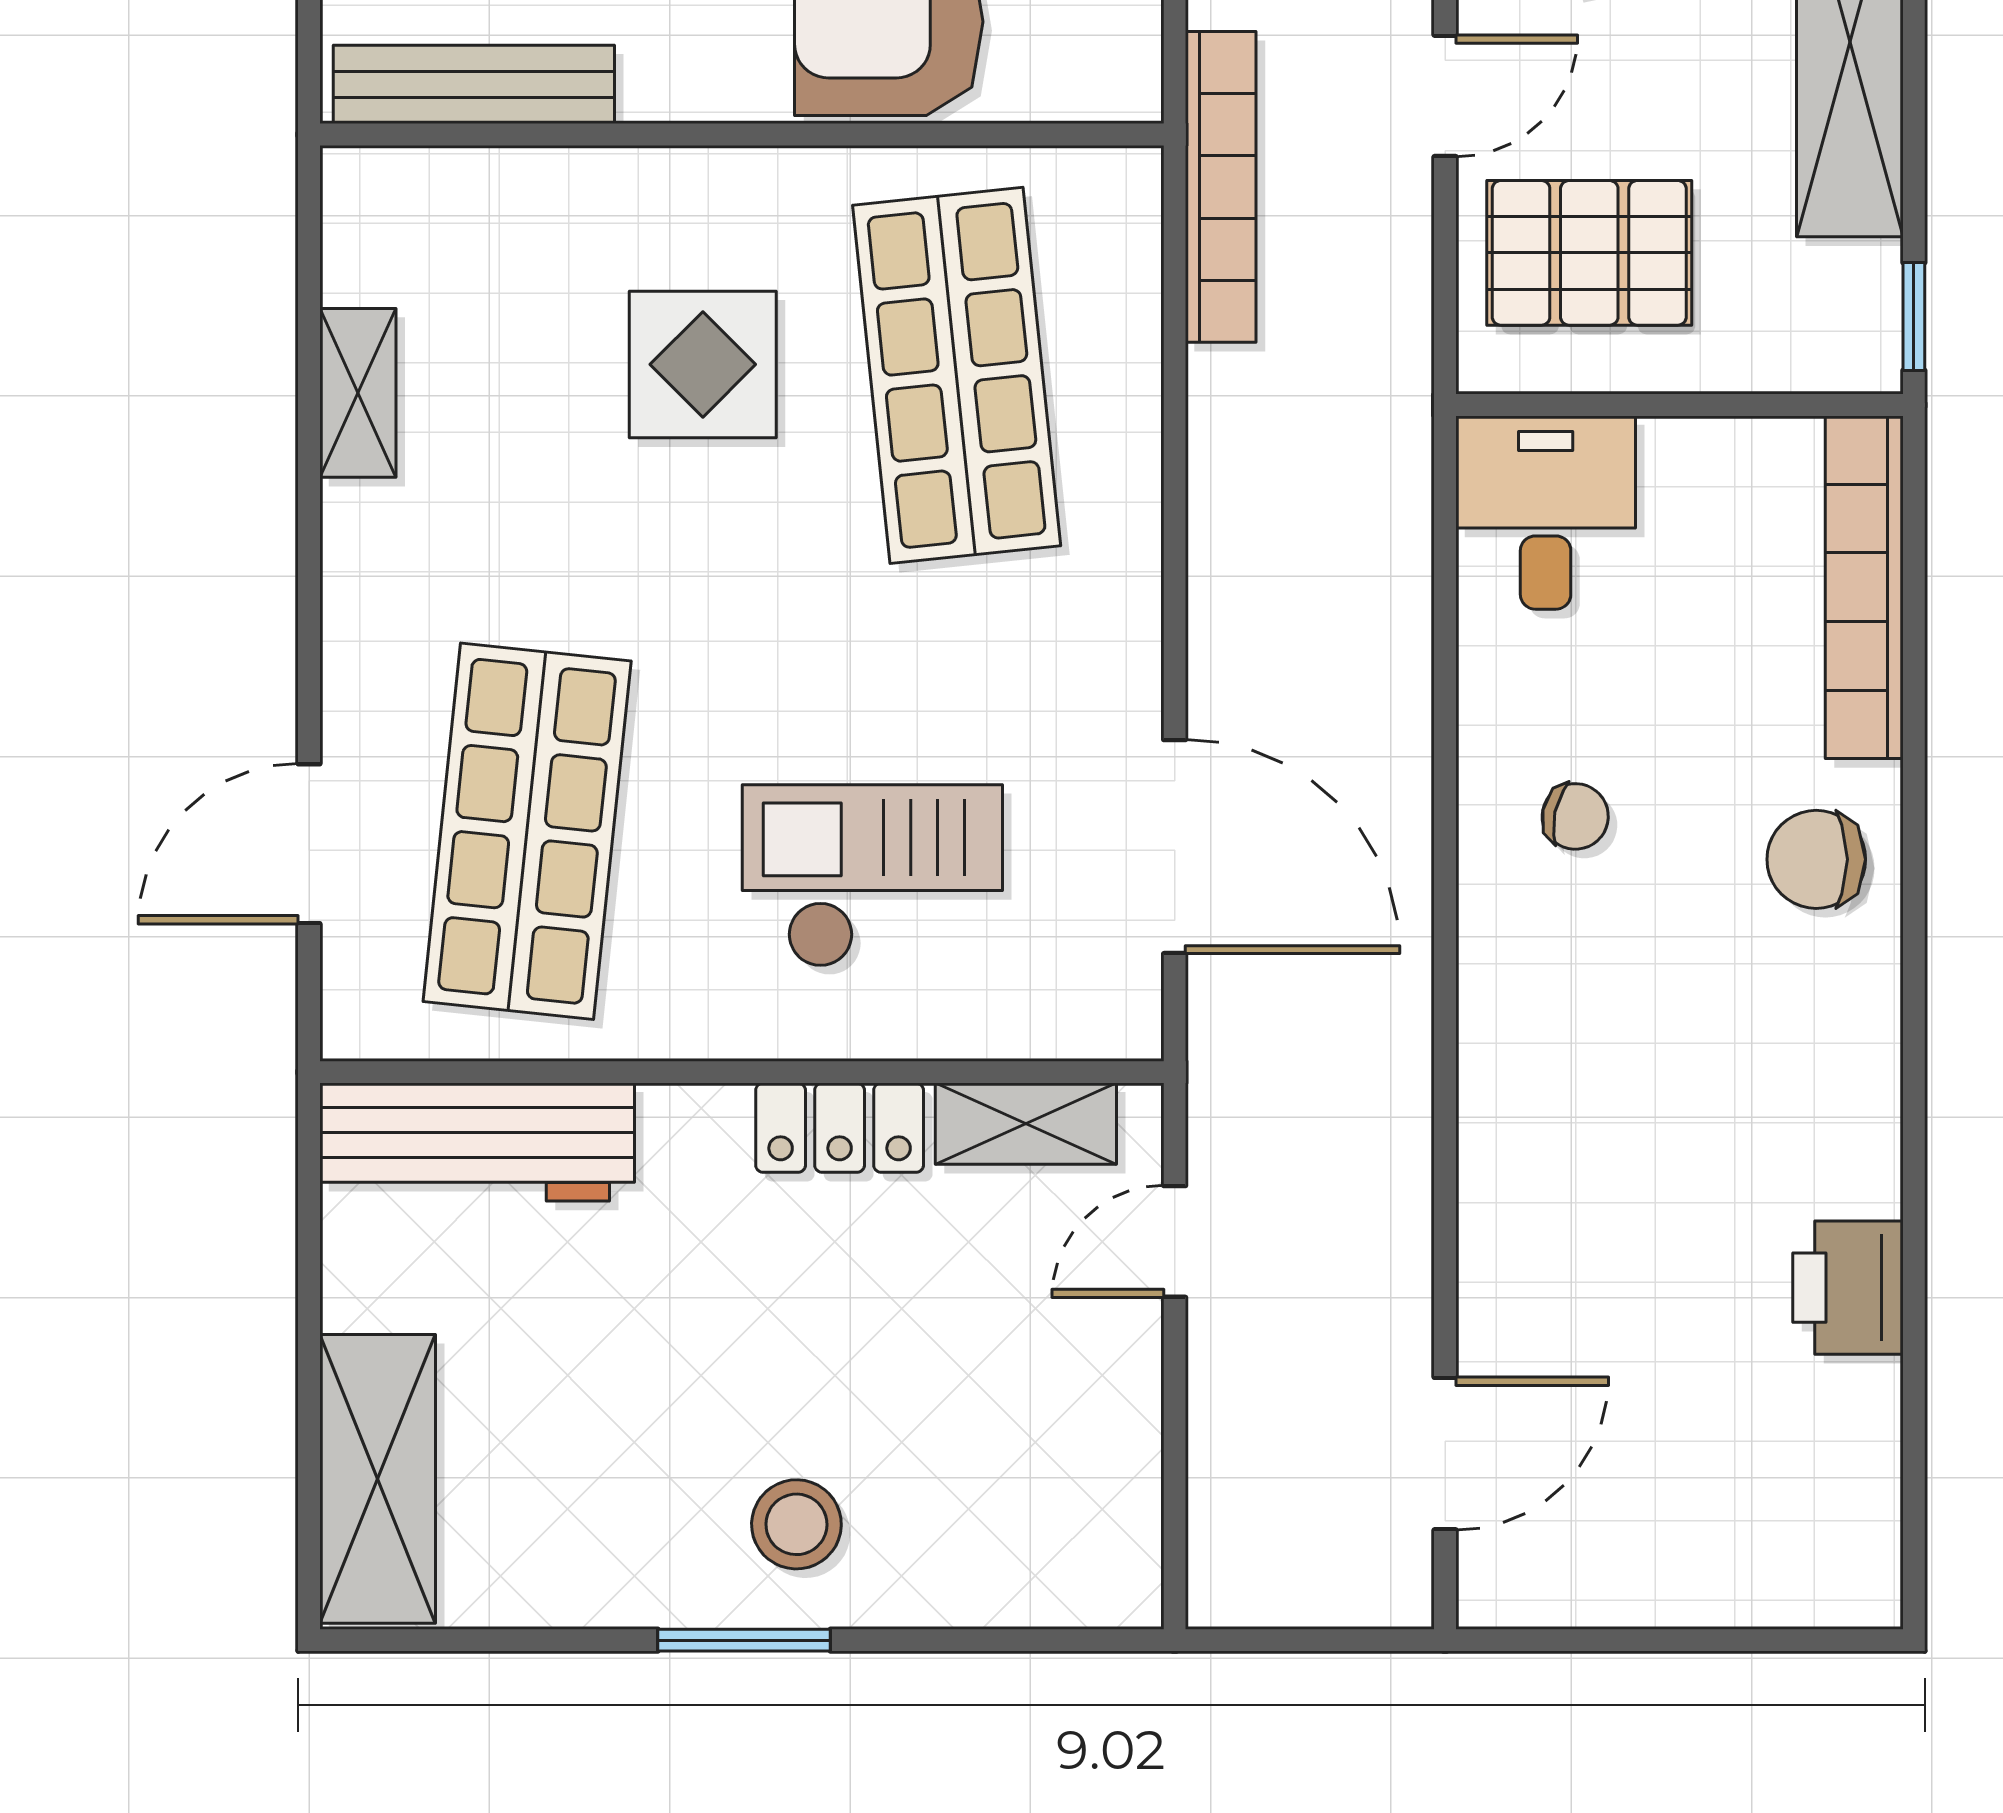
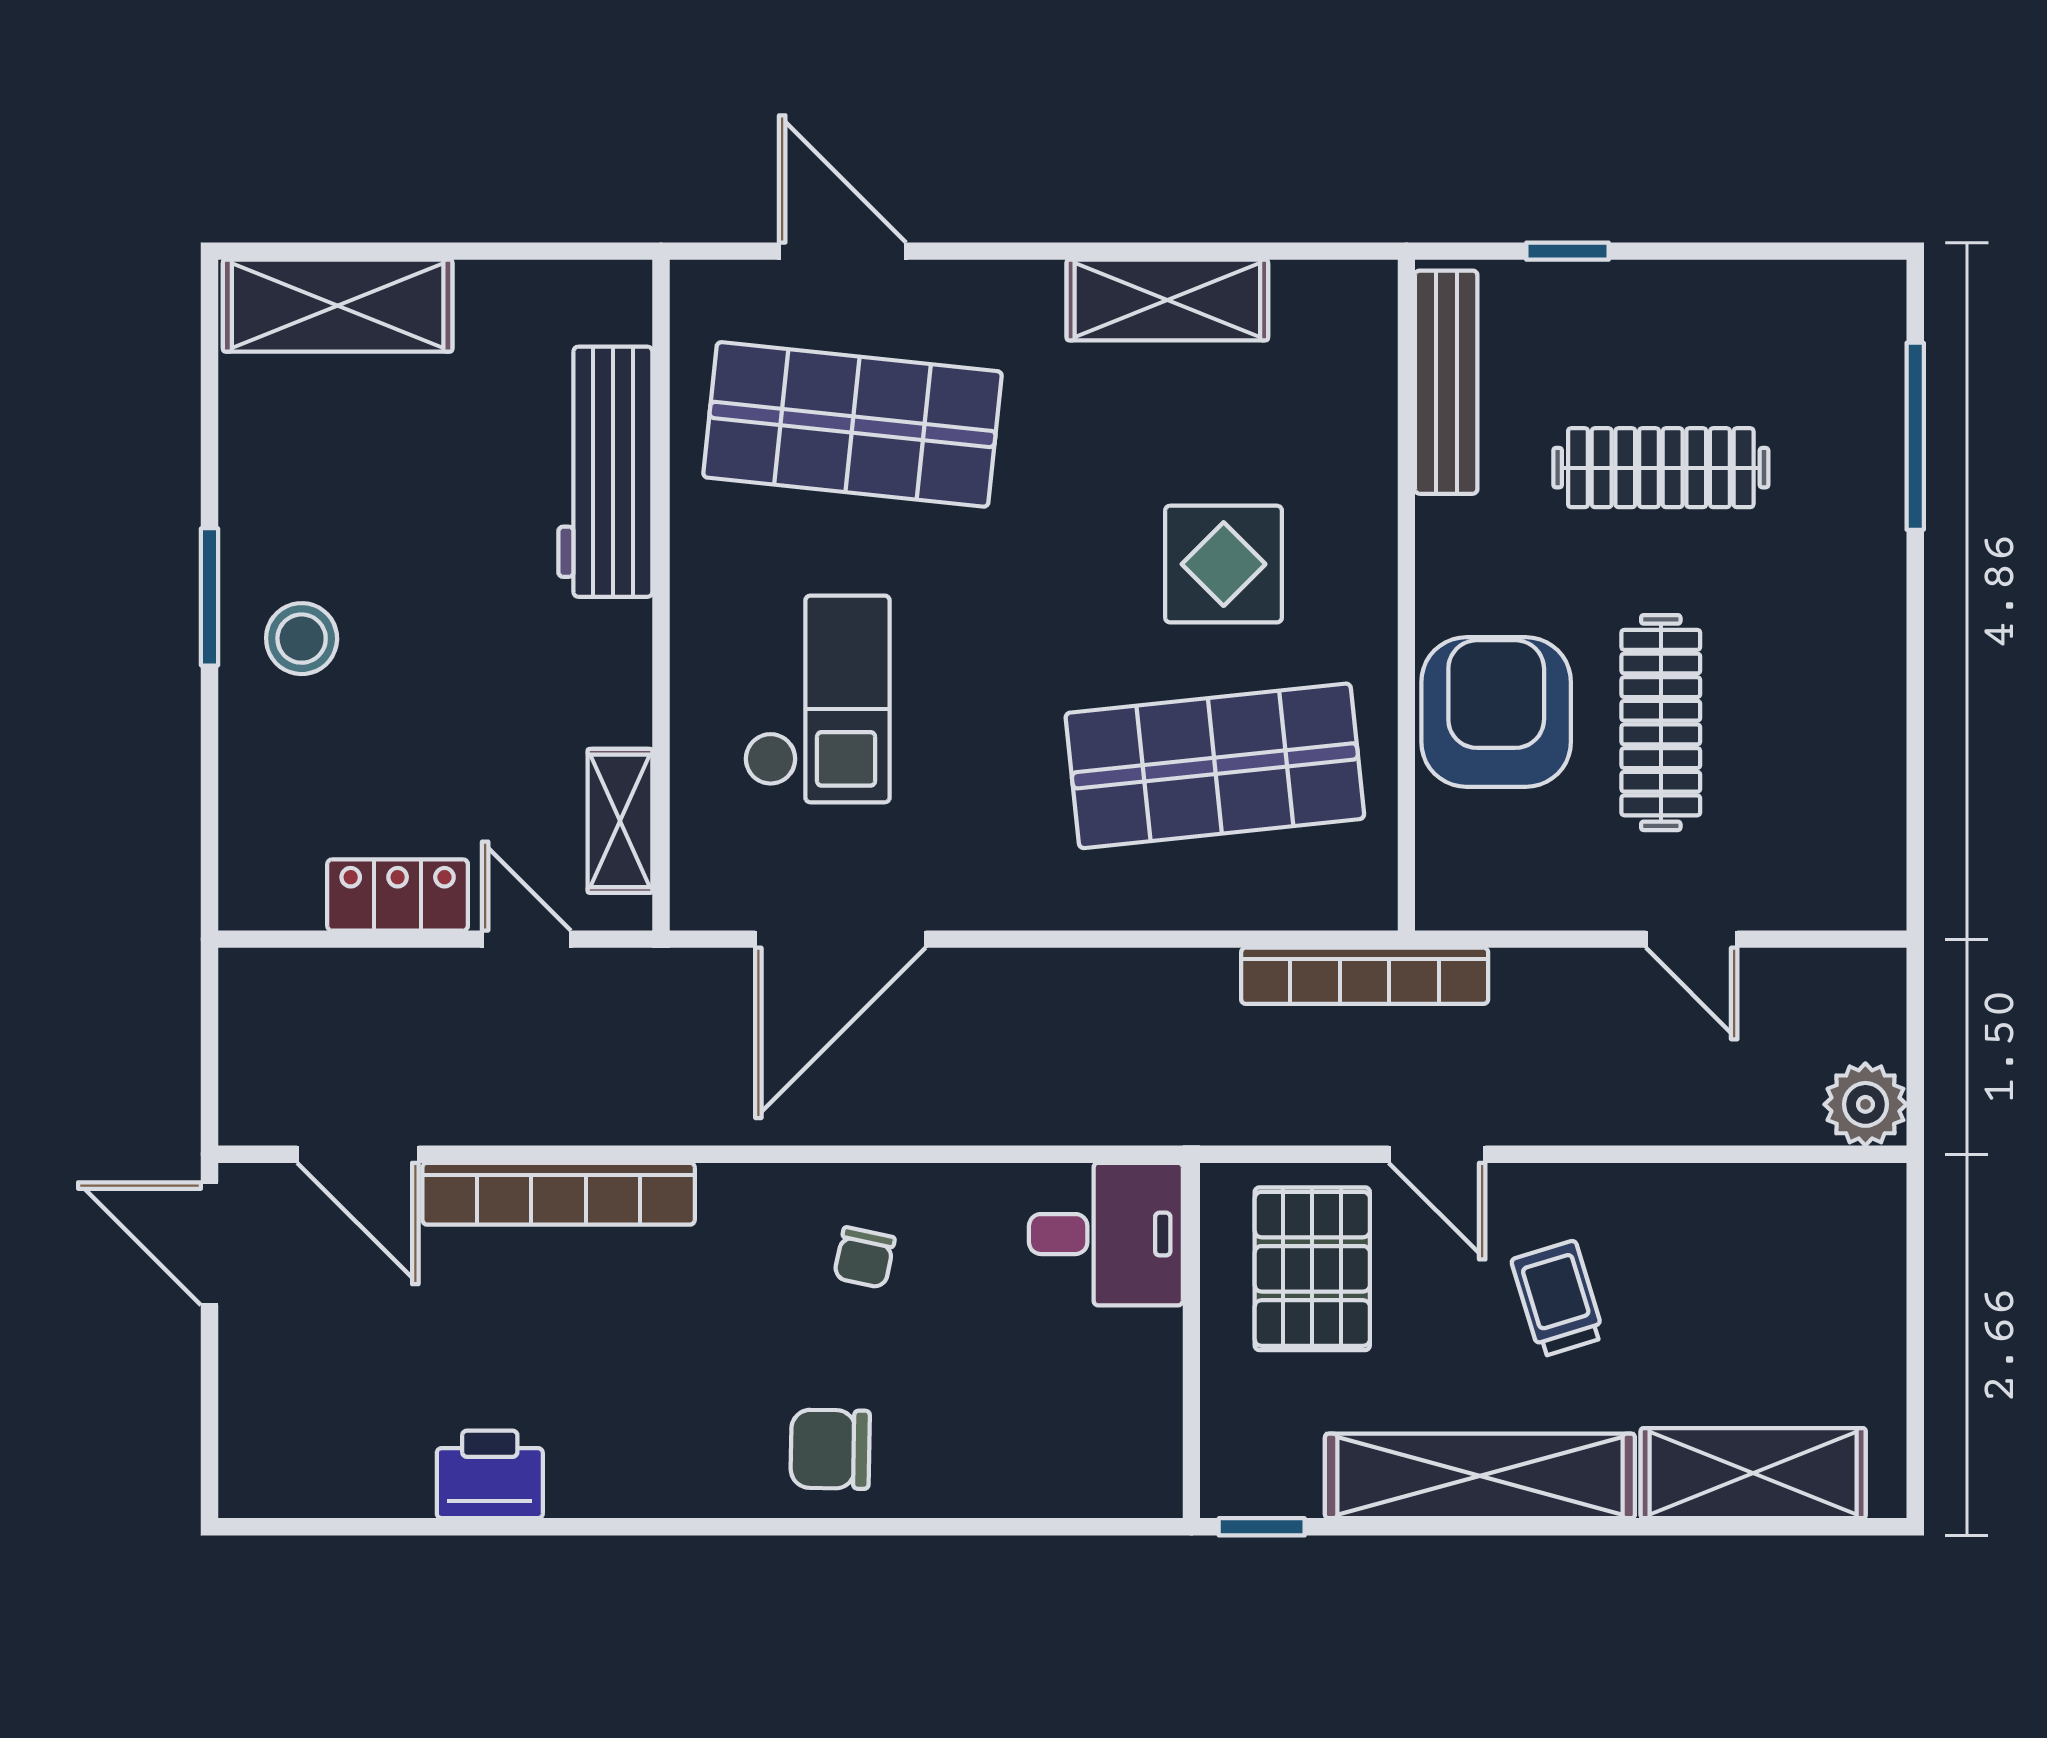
shelving: (358, 393) -> (1167, 300), width x1.50, depth x1.33
bookcase: (1864, 587) -> (559, 1194), moved, turned 180
chair: (1816, 859) -> (830, 1449), turned -89
locker: (840, 1128) -> (398, 895), moved, turned 90
workbench: (477, 1142) -> (605, 472), moved
door: (1558, 1640) -> (209, 1244), added

